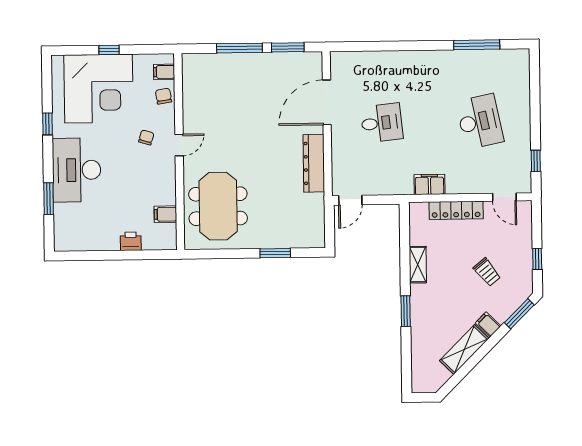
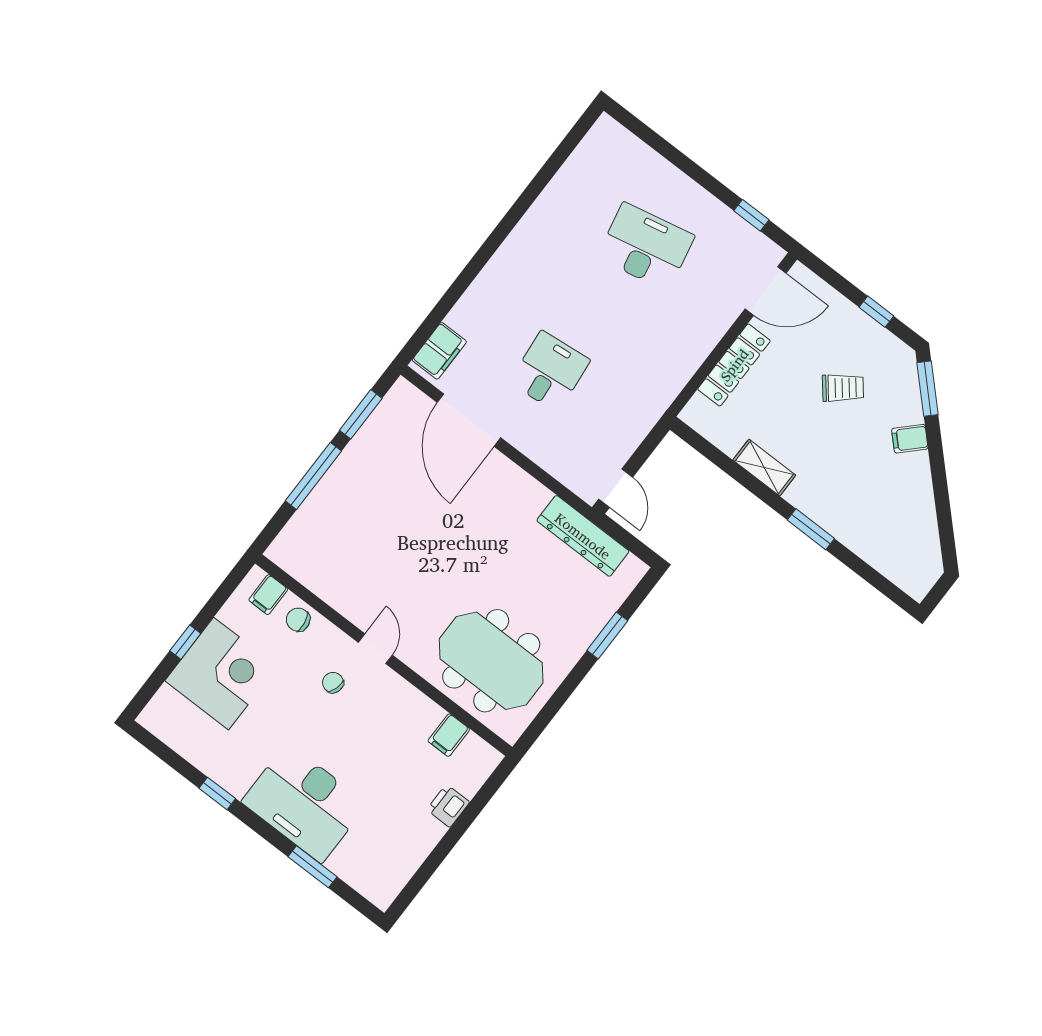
window: (477, 45) -> (546, 174), removed
corner desk: (99, 89) -> (221, 674), width x0.74, depth x0.74
dresser: (314, 163) -> (583, 536), moved
filing cabinet: (429, 184) -> (439, 351), moved, turned 180
door: (504, 197) -> (766, 291), width x1.38
shelving: (464, 349) -> (918, 494), removed

